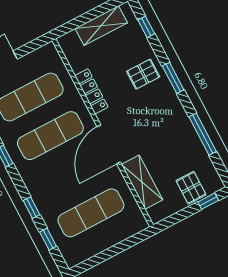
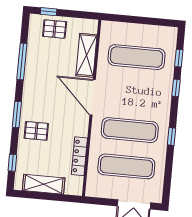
locker: (91, 91) -> (79, 156), moved
door: (109, 144) -> (93, 97), swing flipped
pallet: (191, 188) -> (55, 29), turned 90

